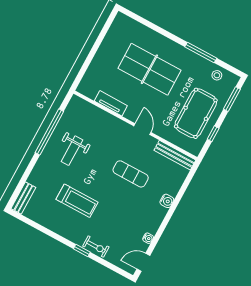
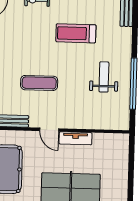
tv unit: (111, 103) -> (75, 138), moved

